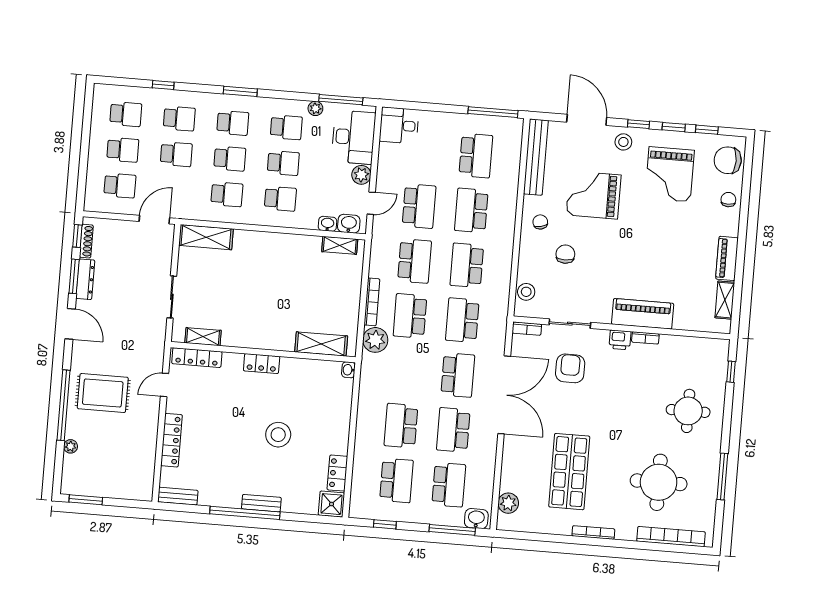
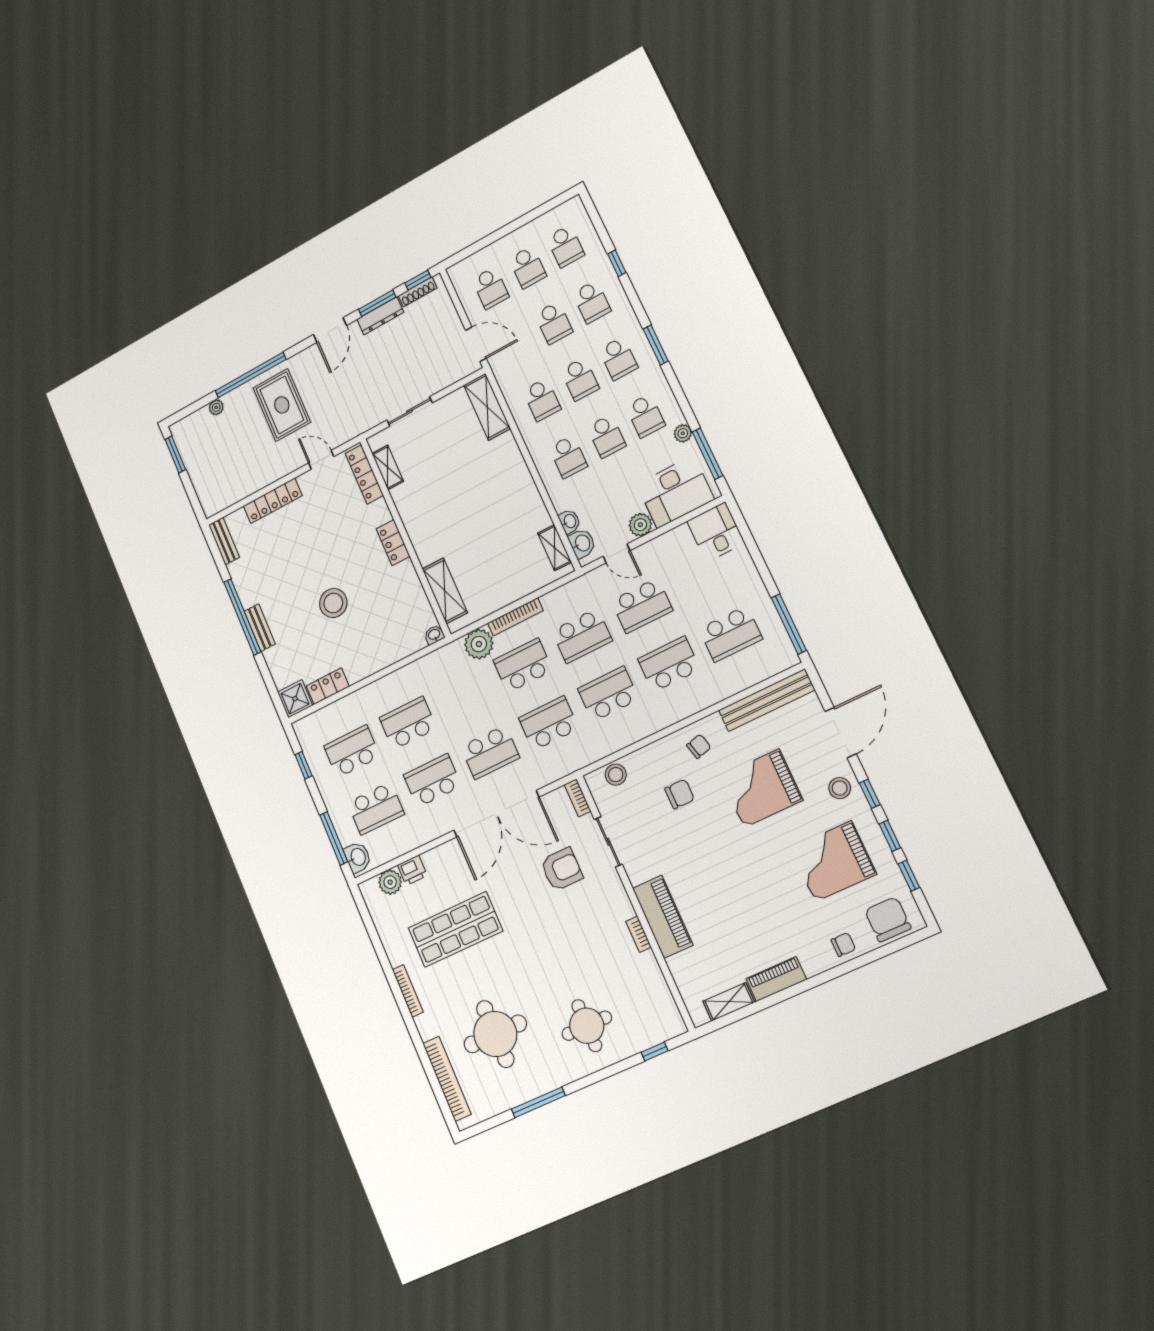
grand piano: (594, 195) -> (761, 788), turned -90
printer: (620, 340) -> (412, 870), moved, turned -90
school desk: (396, 480) -> (352, 751), turned 180

